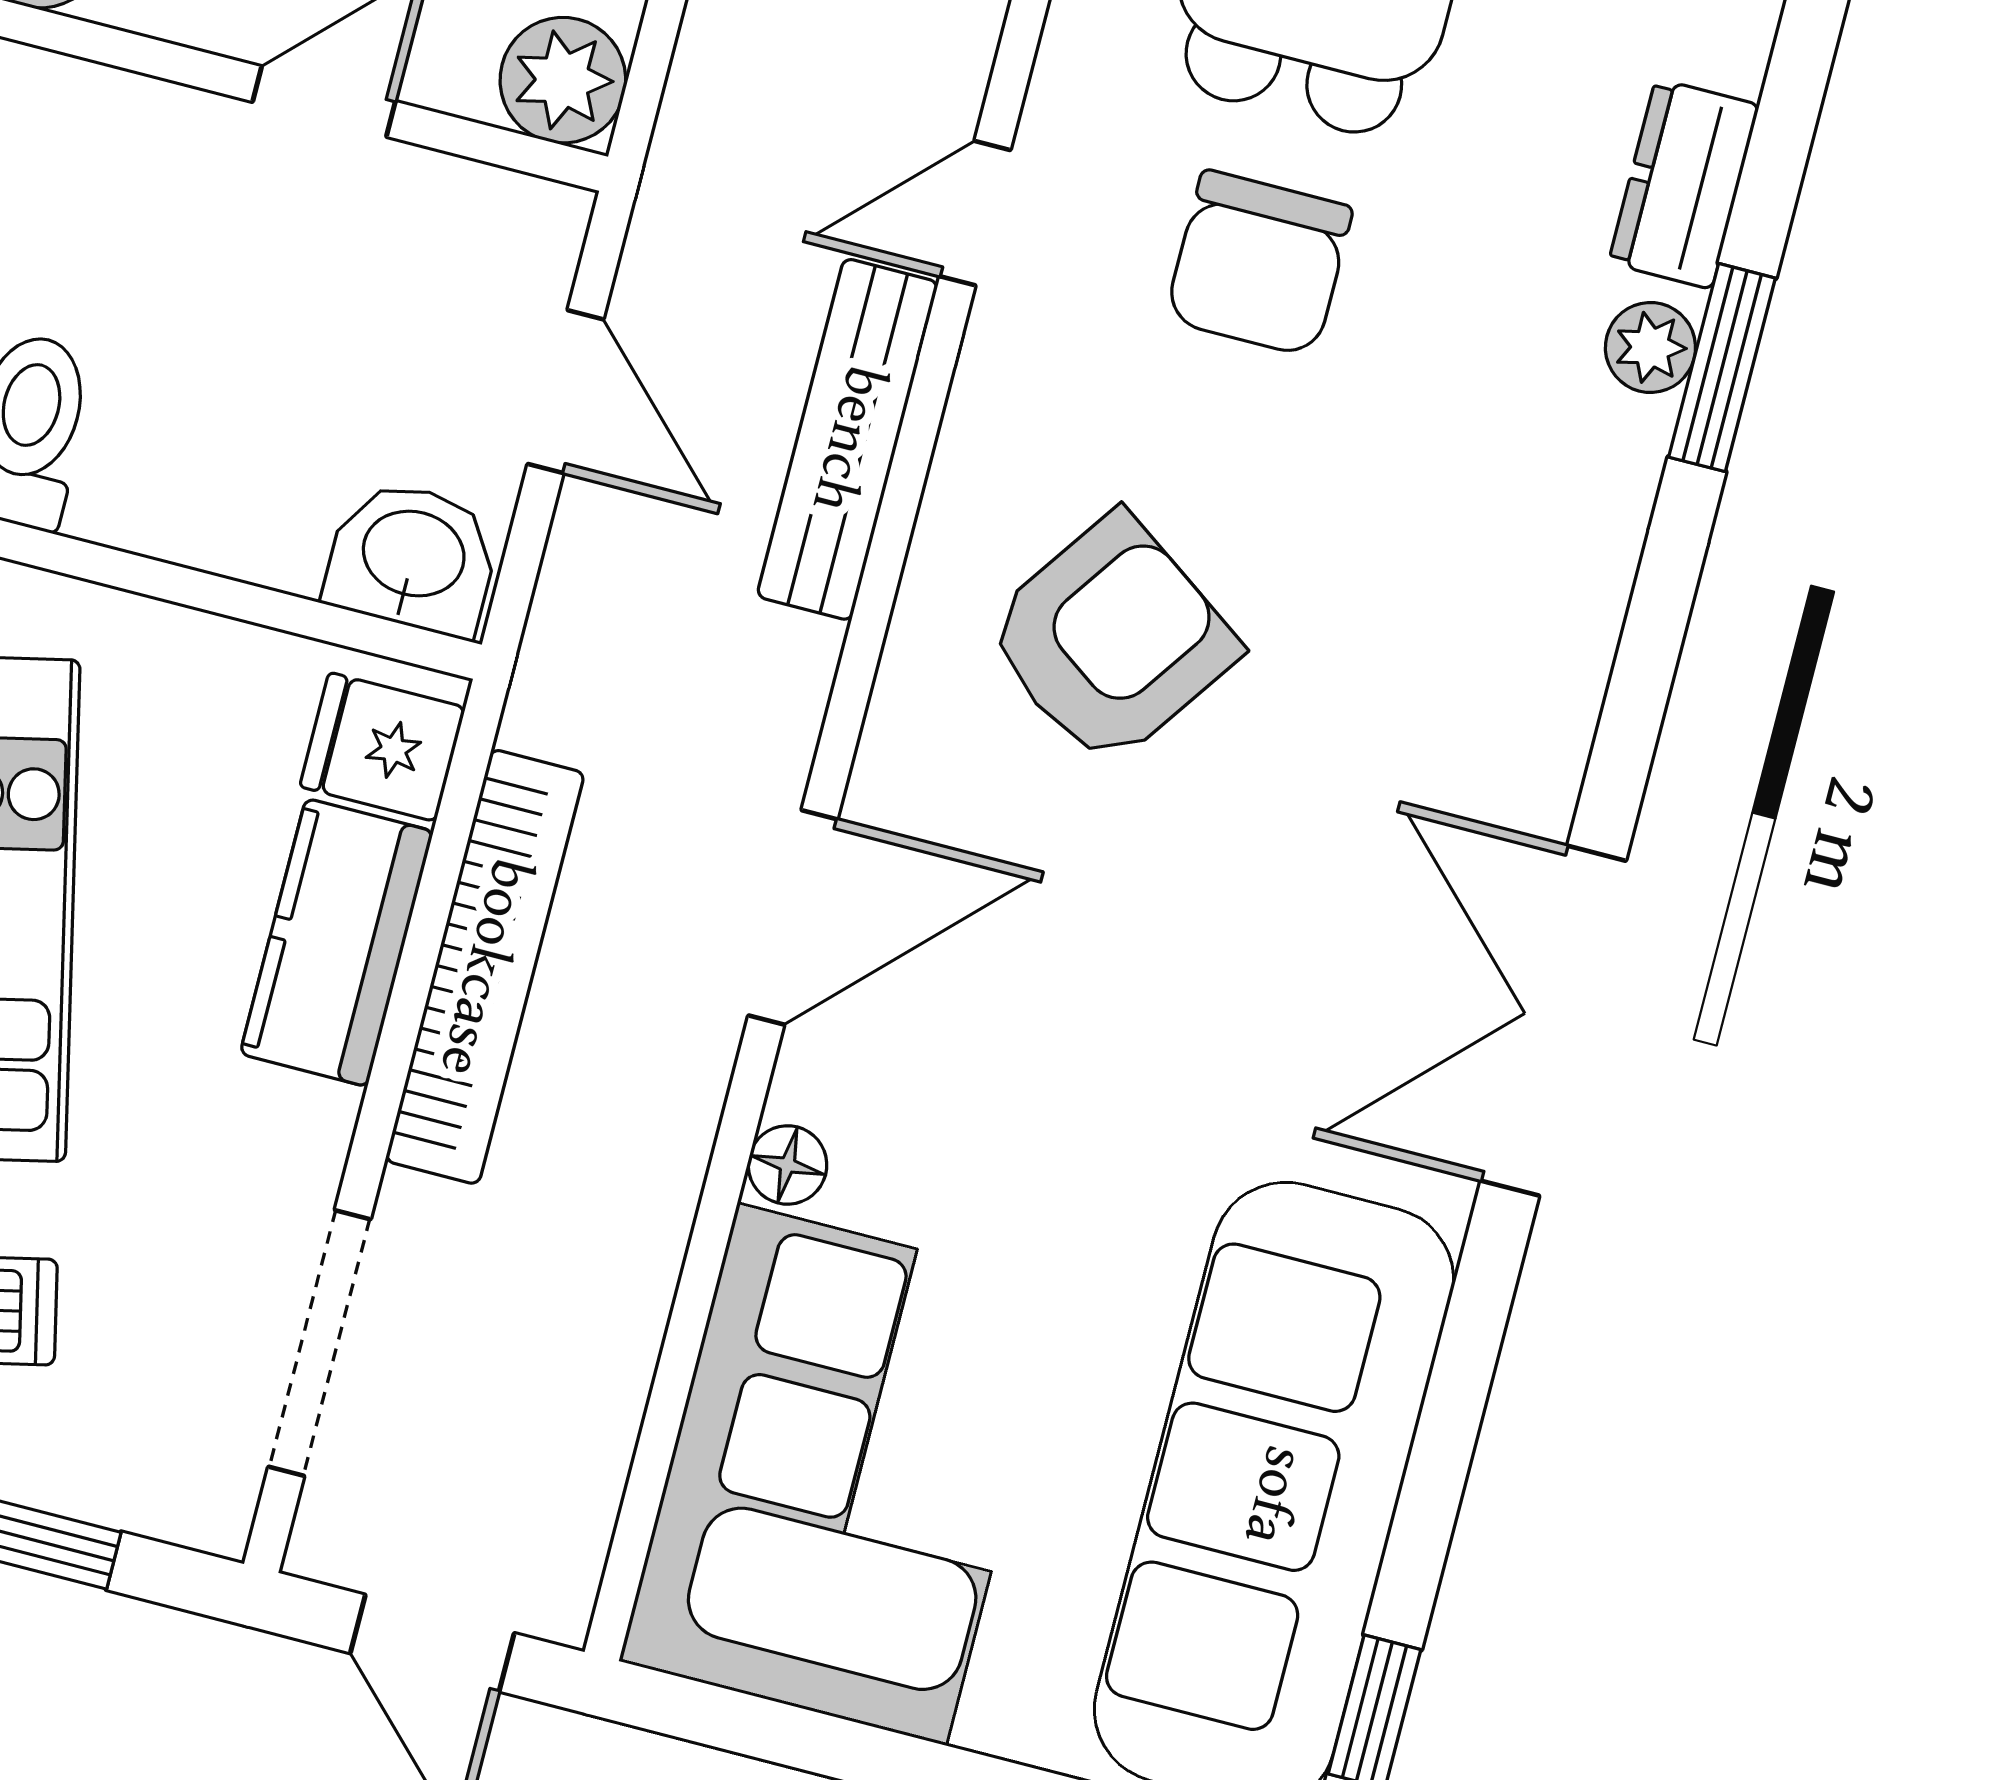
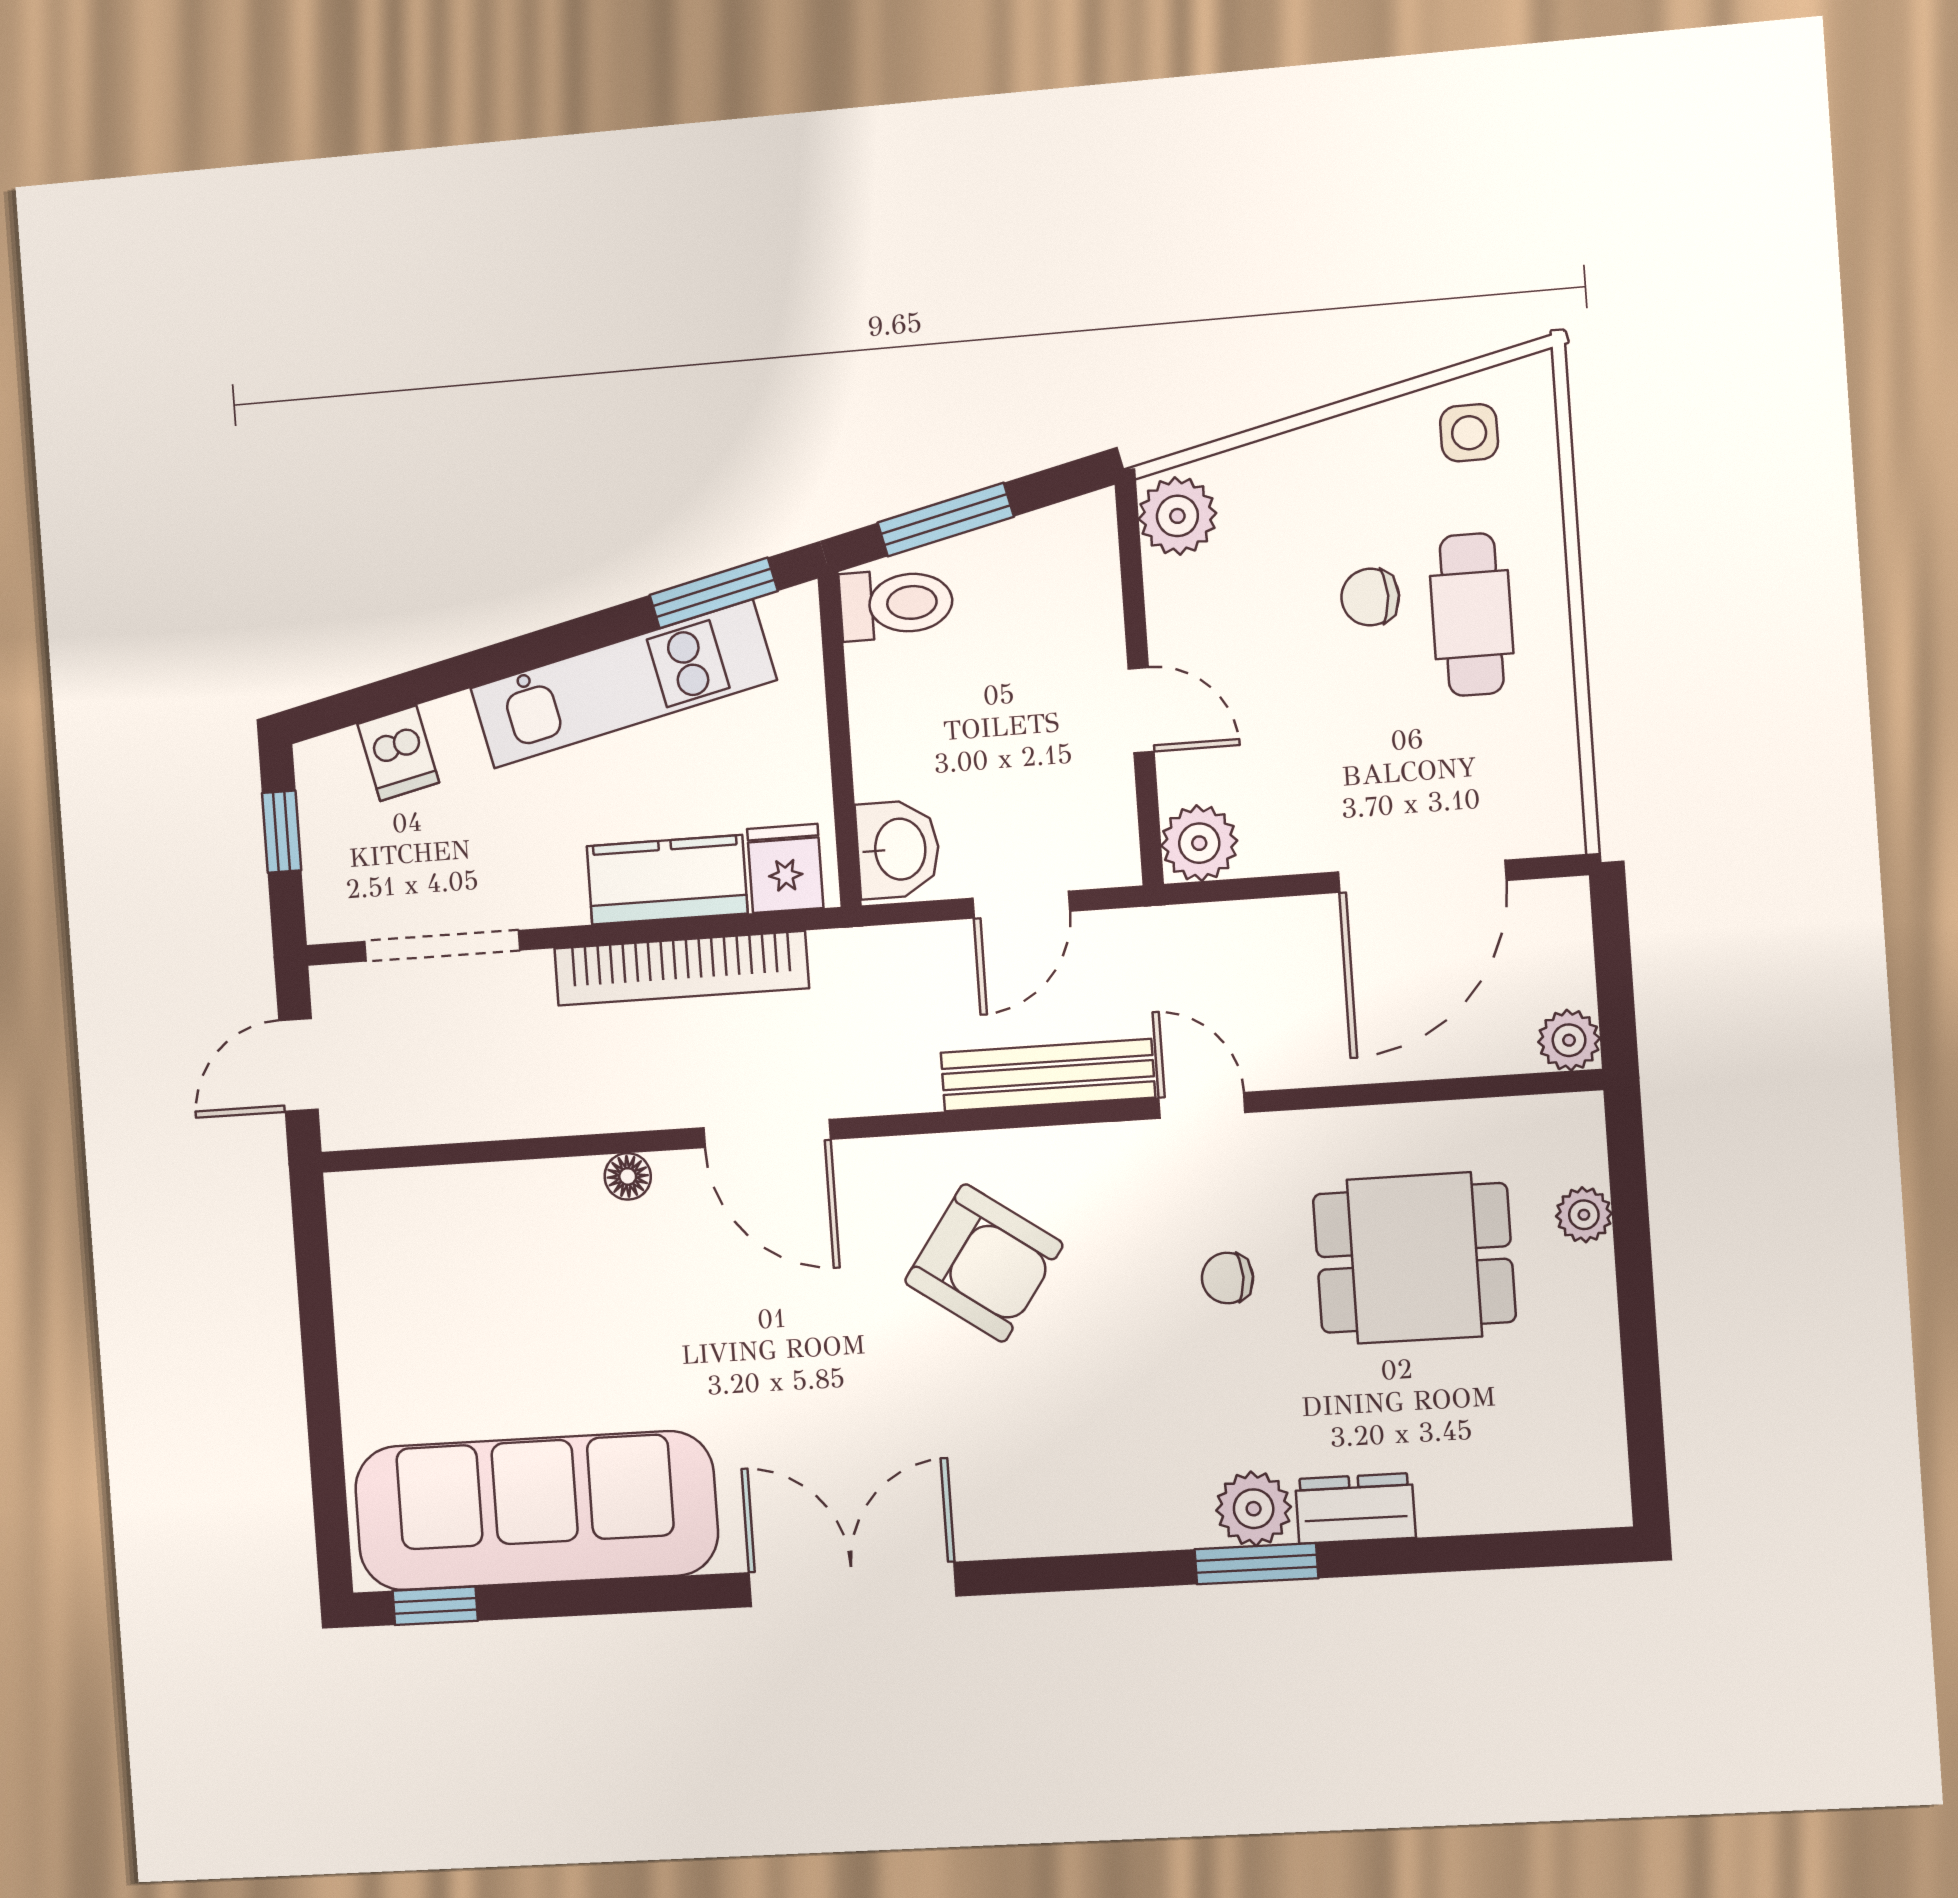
chair: (1259, 263) -> (1227, 1278), width x0.54, depth x0.54
plant: (1650, 348) -> (1254, 1509), width x1.38, depth x1.38
corner sofa: (842, 1474) -> (467, 1264), removed

